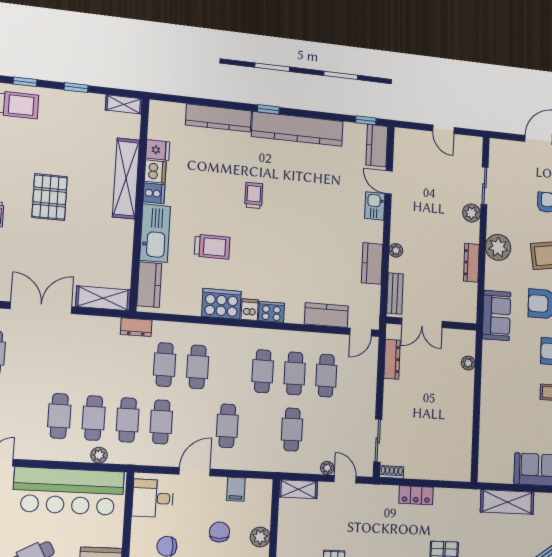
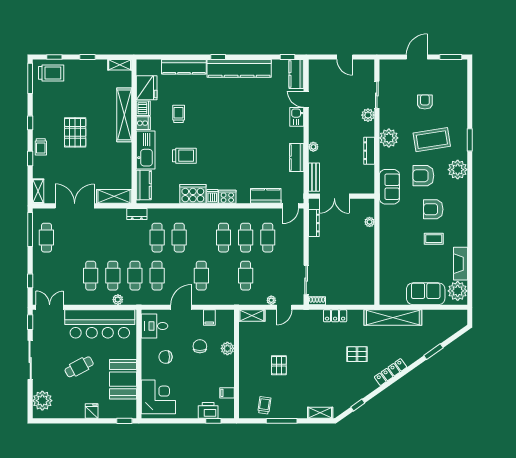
fridge: (158, 150) -> (147, 88), width x1.88, depth x1.34
trolley: (254, 195) -> (179, 114), moved
door: (345, 479) -> (284, 307), swing flipped
shelving: (507, 502) -> (393, 318), width x1.47

